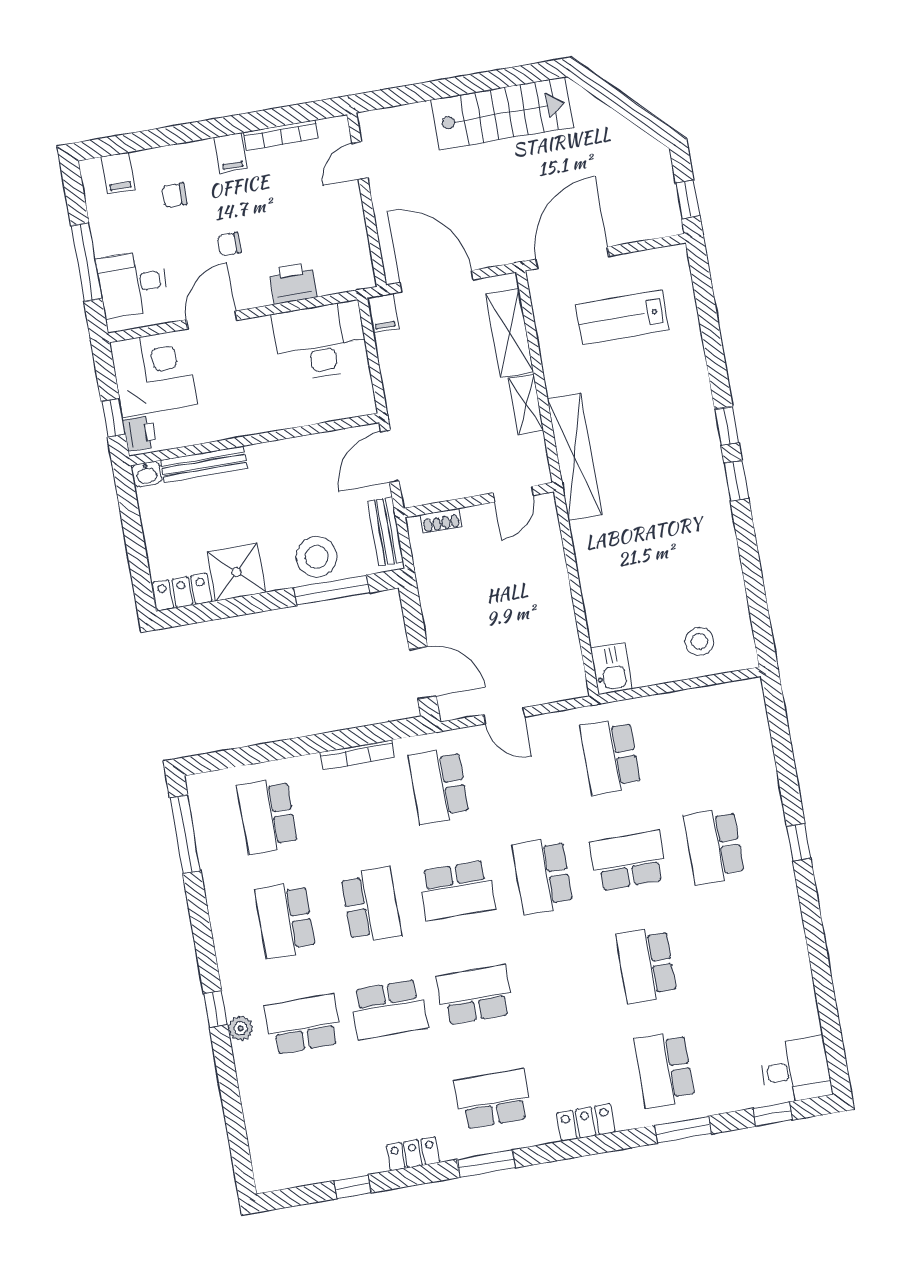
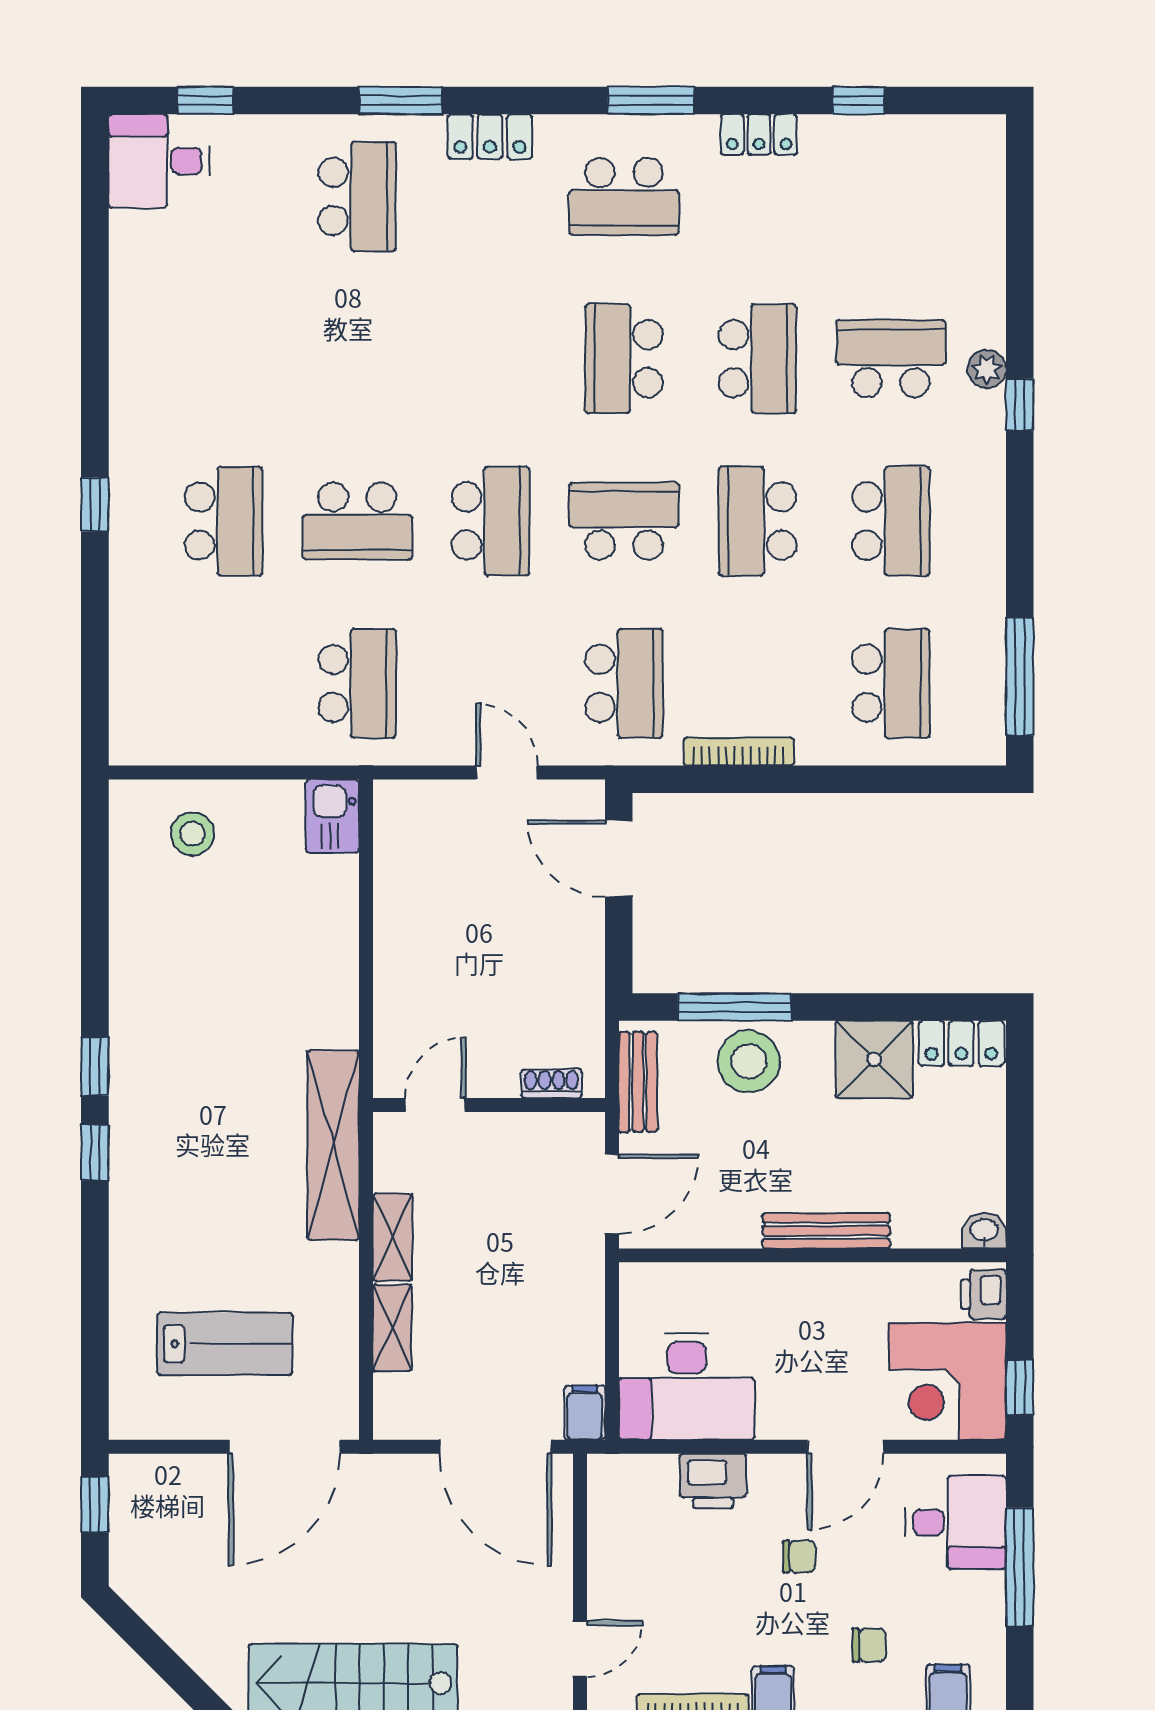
shelving: (510, 333) -> (392, 1328), width x0.67, depth x0.75
window: (113, 418) -> (1020, 1387), moved
bench: (204, 464) -> (826, 1231), moved
school desk: (646, 965) -> (357, 359), removed
school desk: (475, 995) -> (624, 359), turned 90
school desk: (389, 1009) -> (757, 359), turned 90
school desk: (303, 1024) -> (891, 359), turned 180
window: (683, 1130) -> (400, 100), moved

